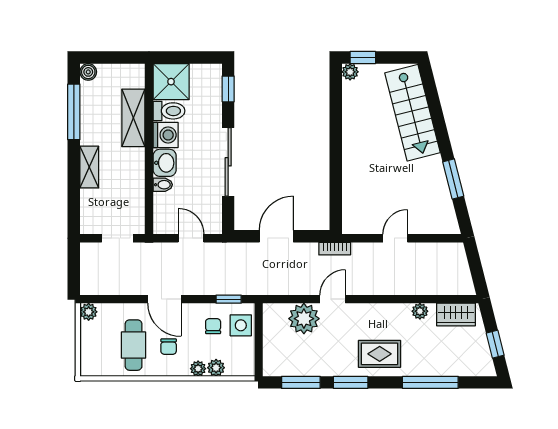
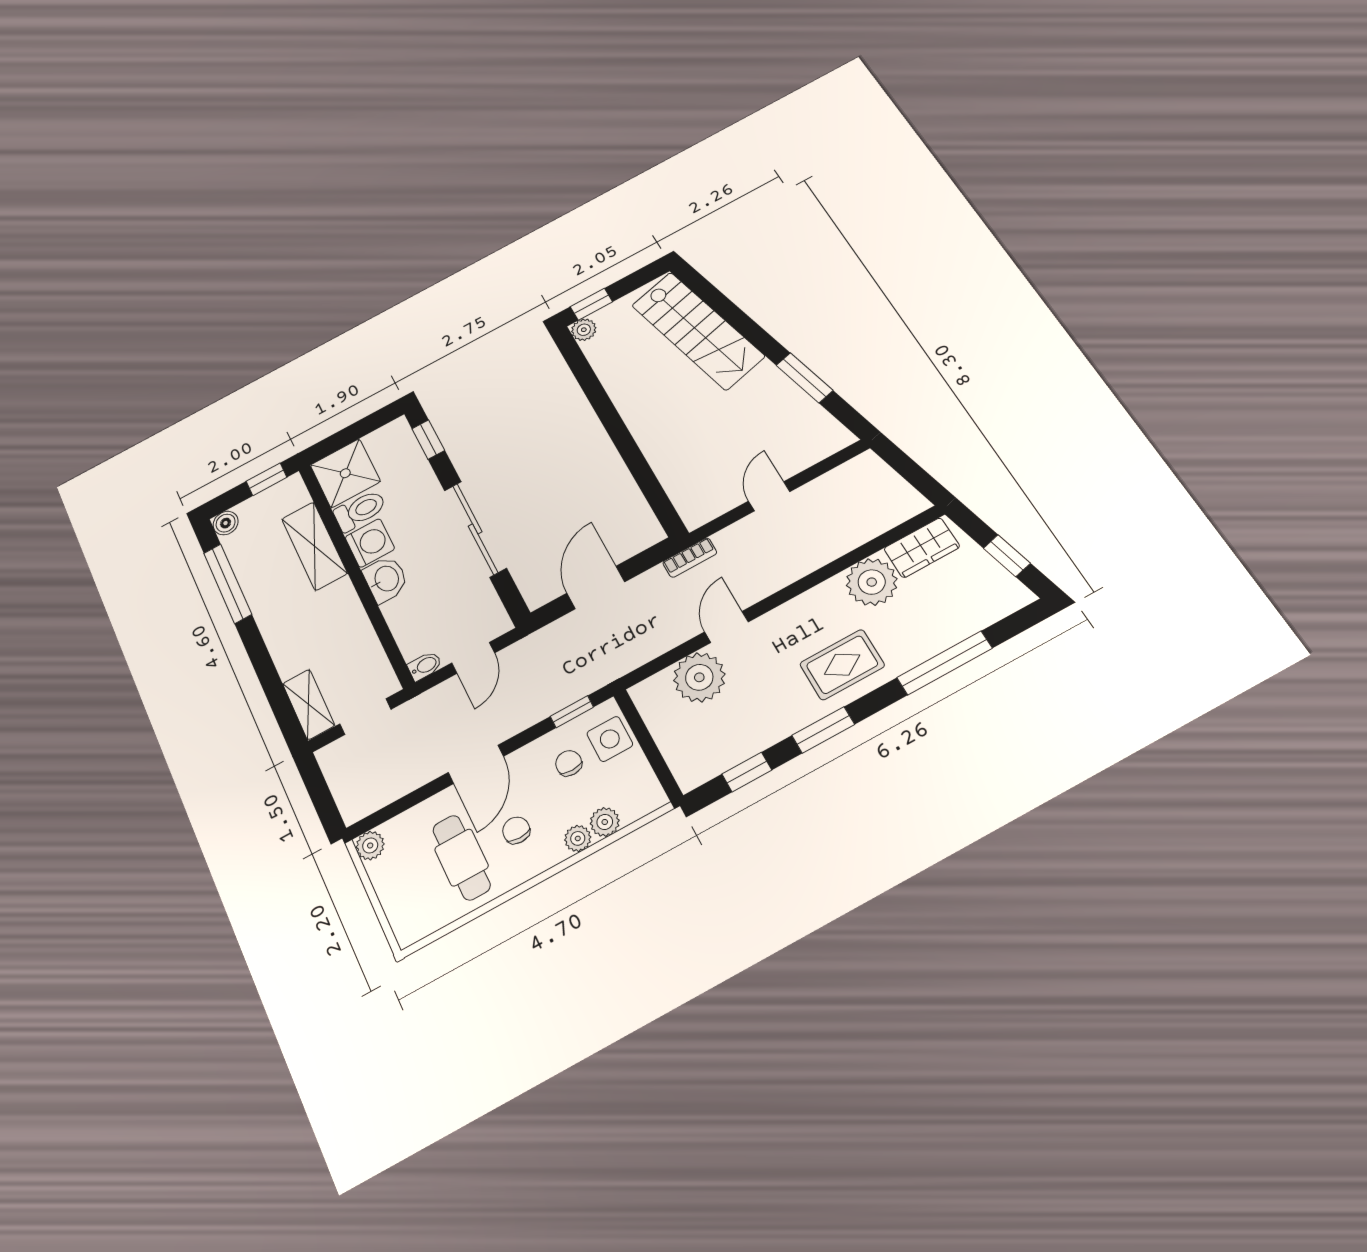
window: (124, 58) -> (267, 479), added
shelving: (89, 167) -> (309, 704), moved
bidet: (163, 185) -> (425, 666), moved
door: (191, 238) -> (473, 658), swing flipped
door: (164, 299) -> (476, 764), hinge flipped
plant: (420, 311) -> (872, 582), width x1.88, depth x1.88
chair: (169, 347) -> (516, 830), turned 180
window: (301, 382) -> (747, 772), width x0.67

